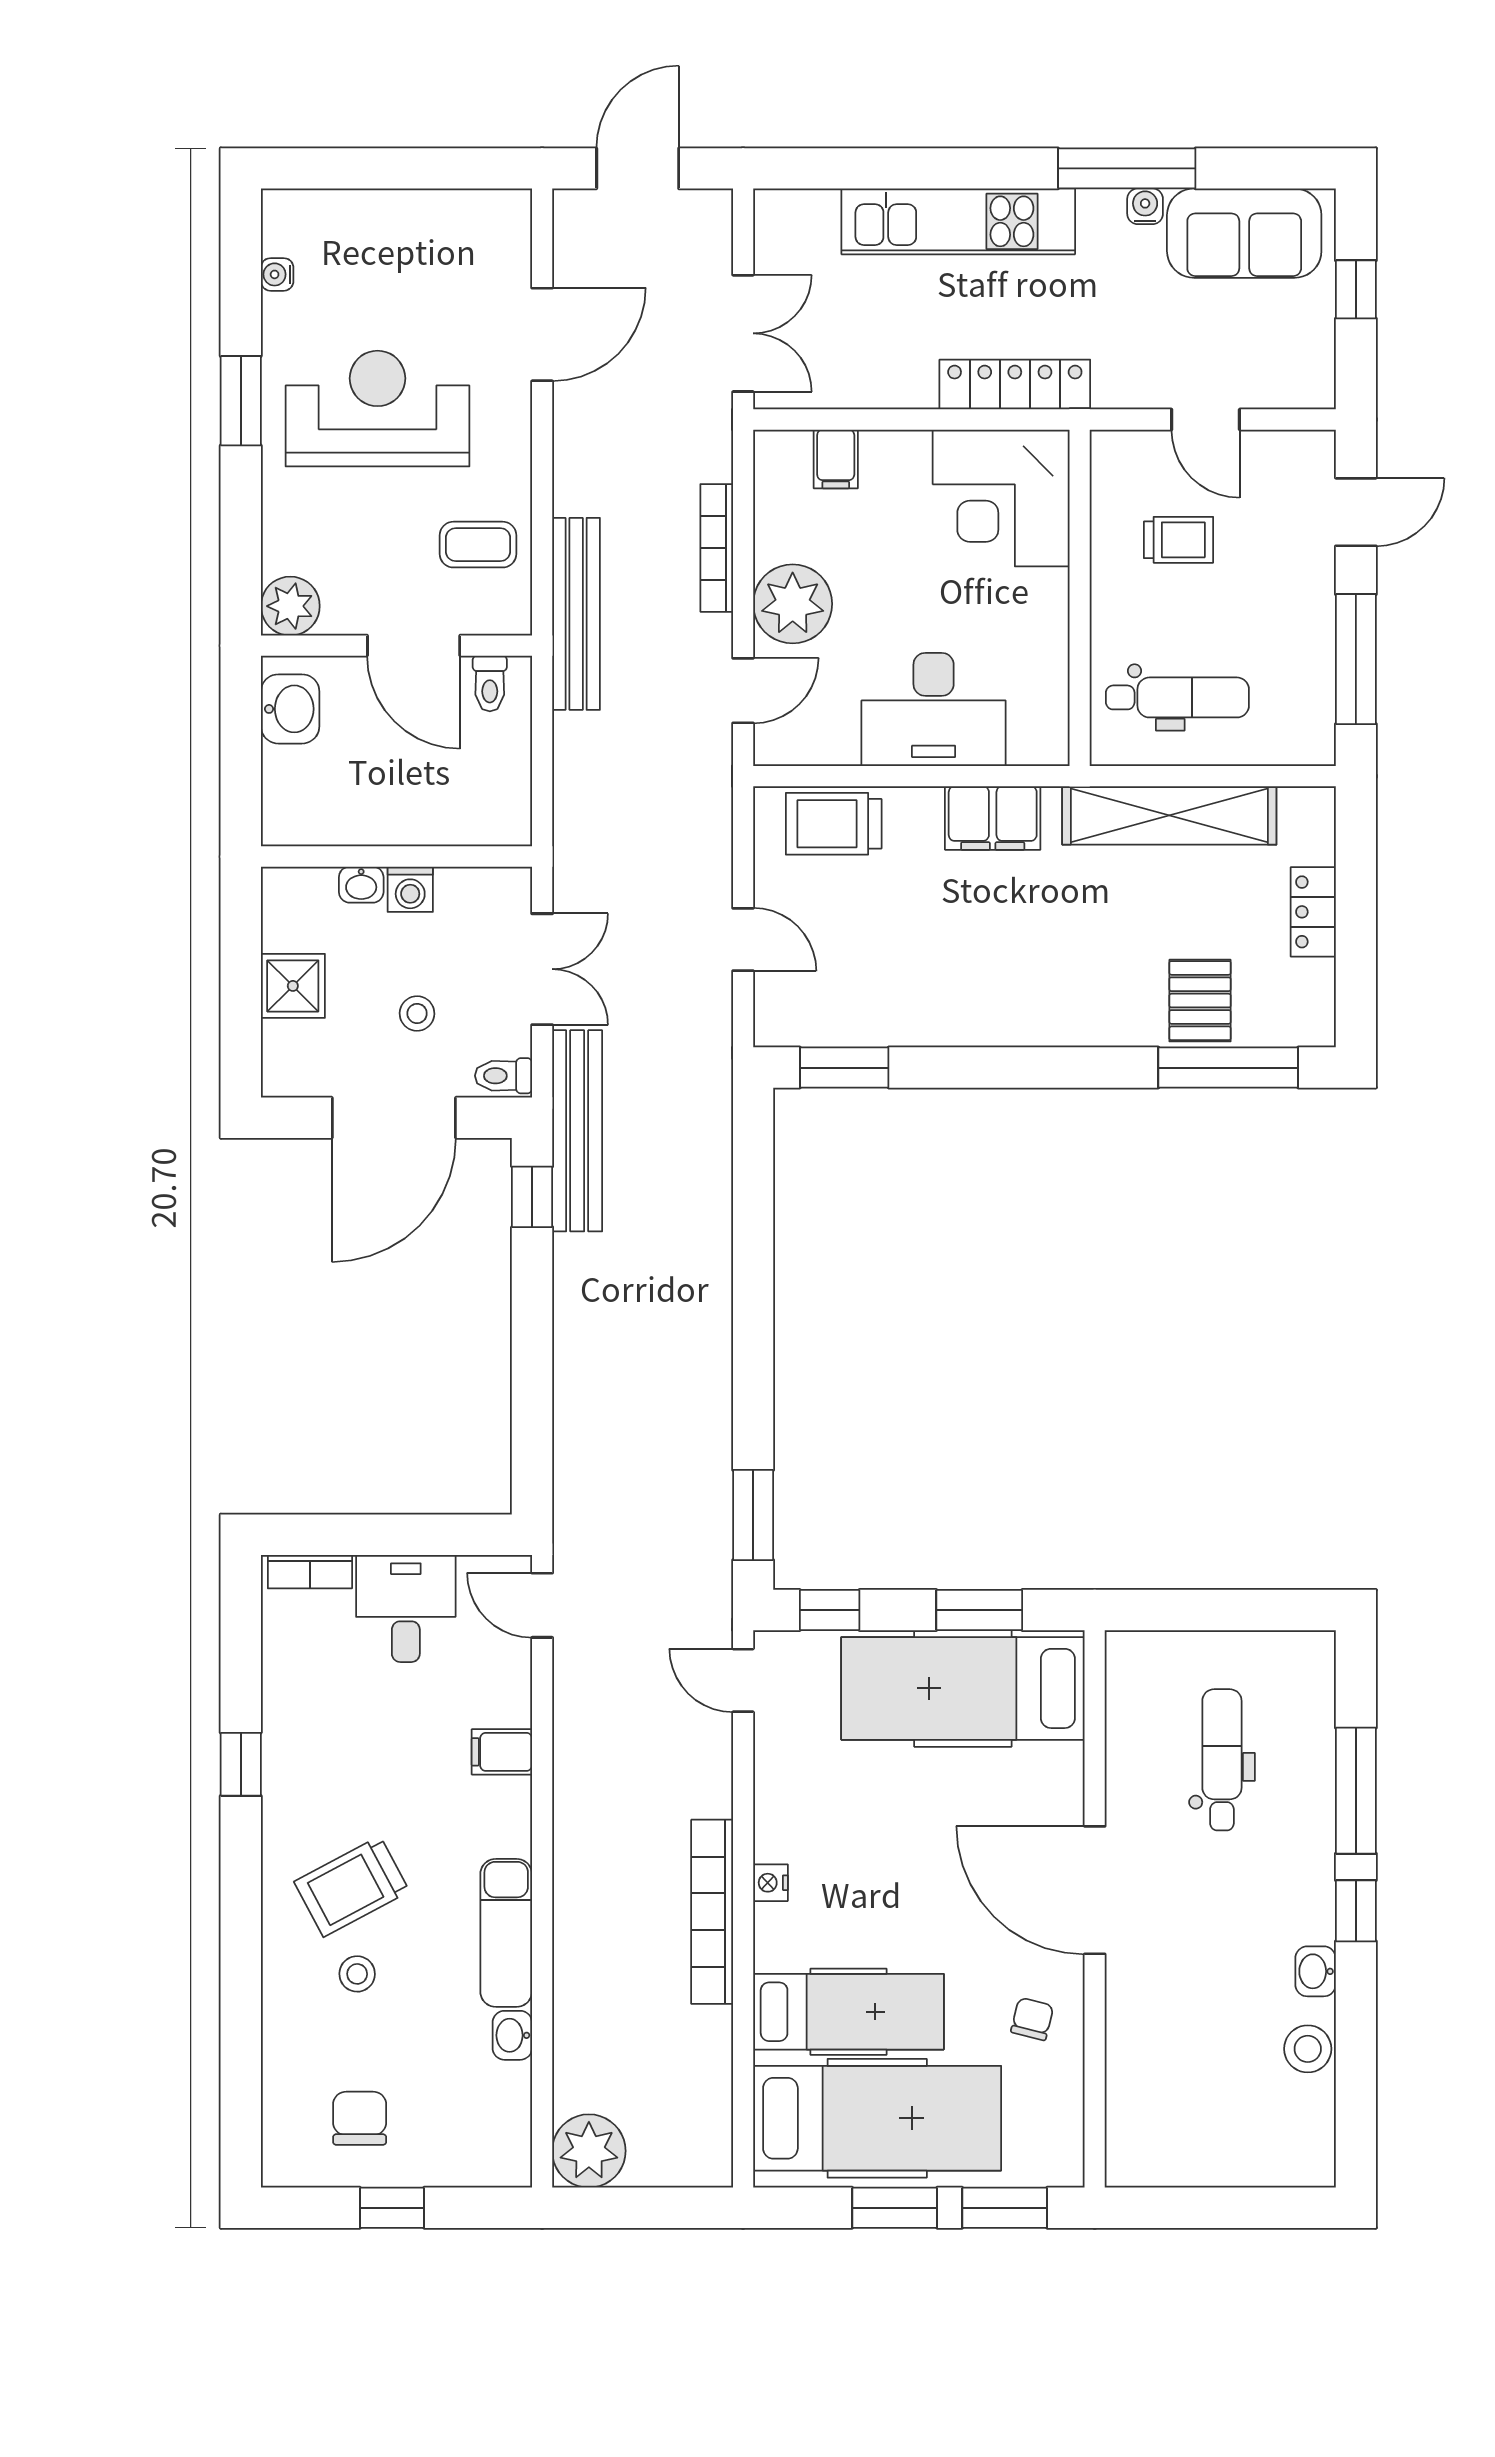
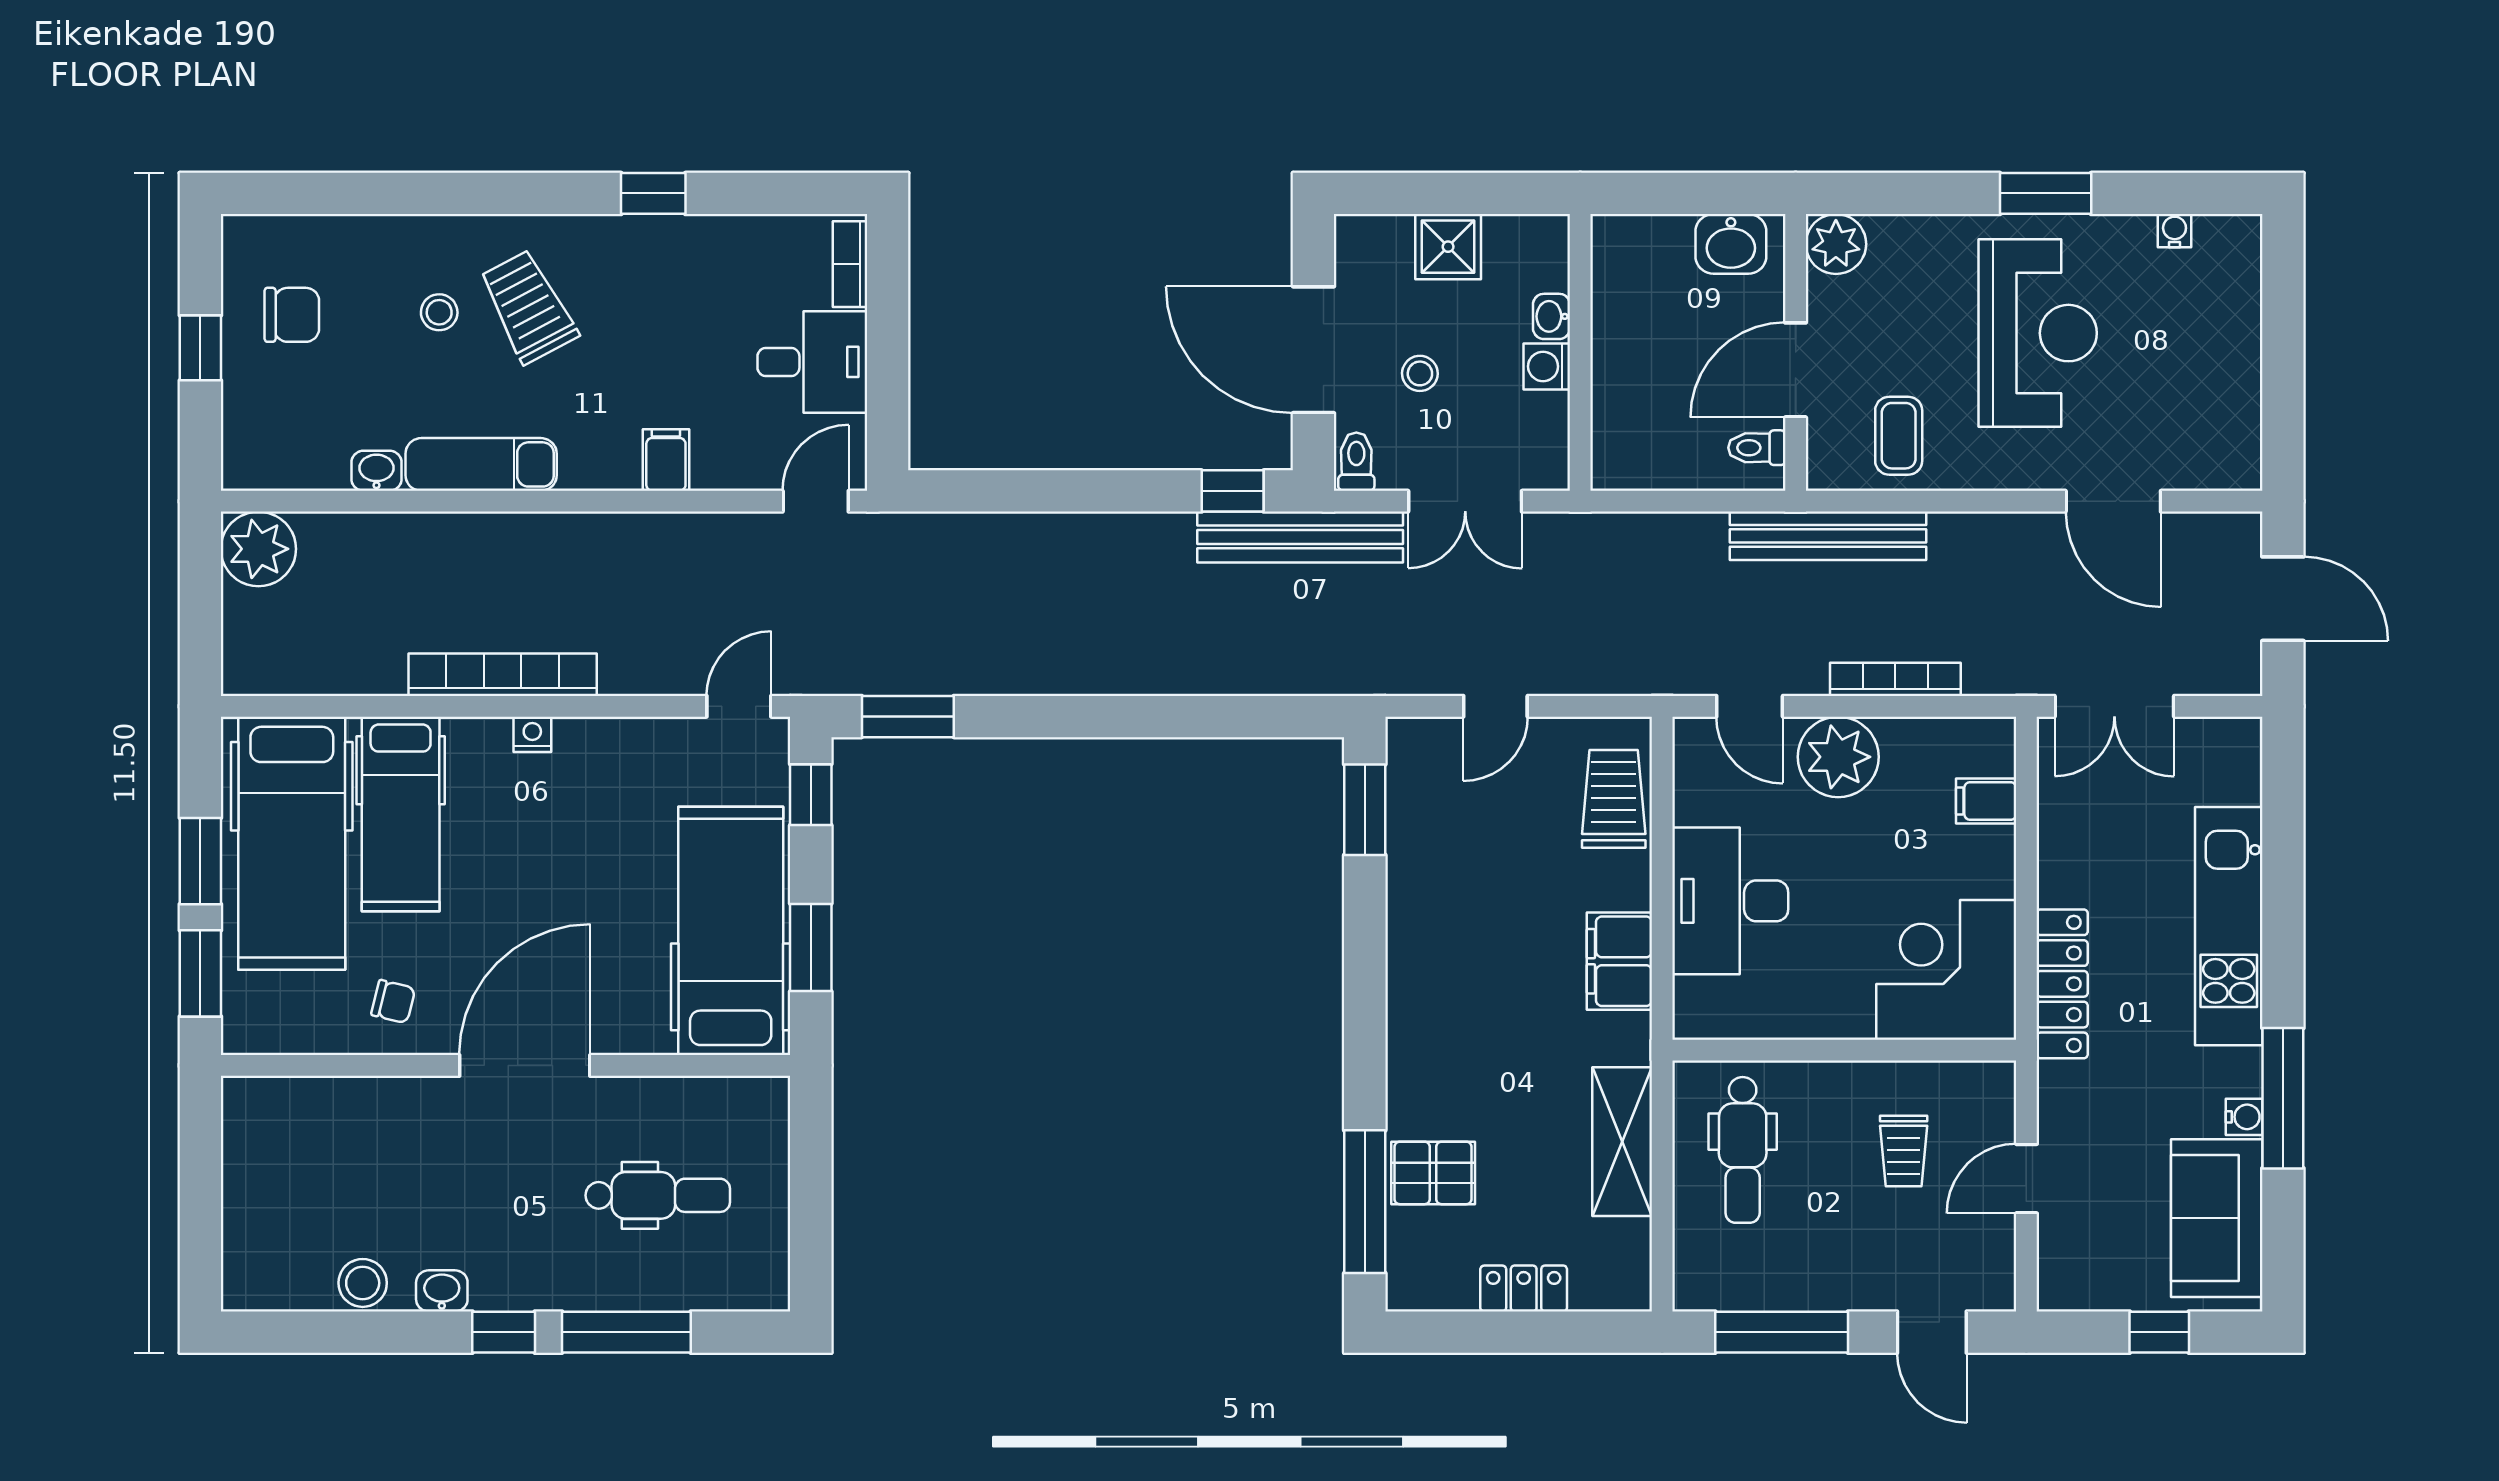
shelving: (1169, 815) -> (1622, 1142), width x0.68

